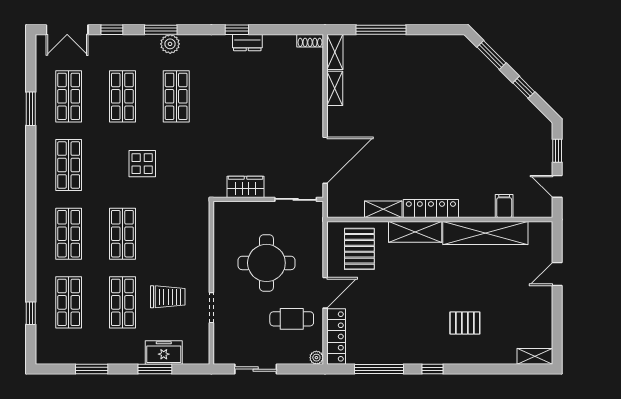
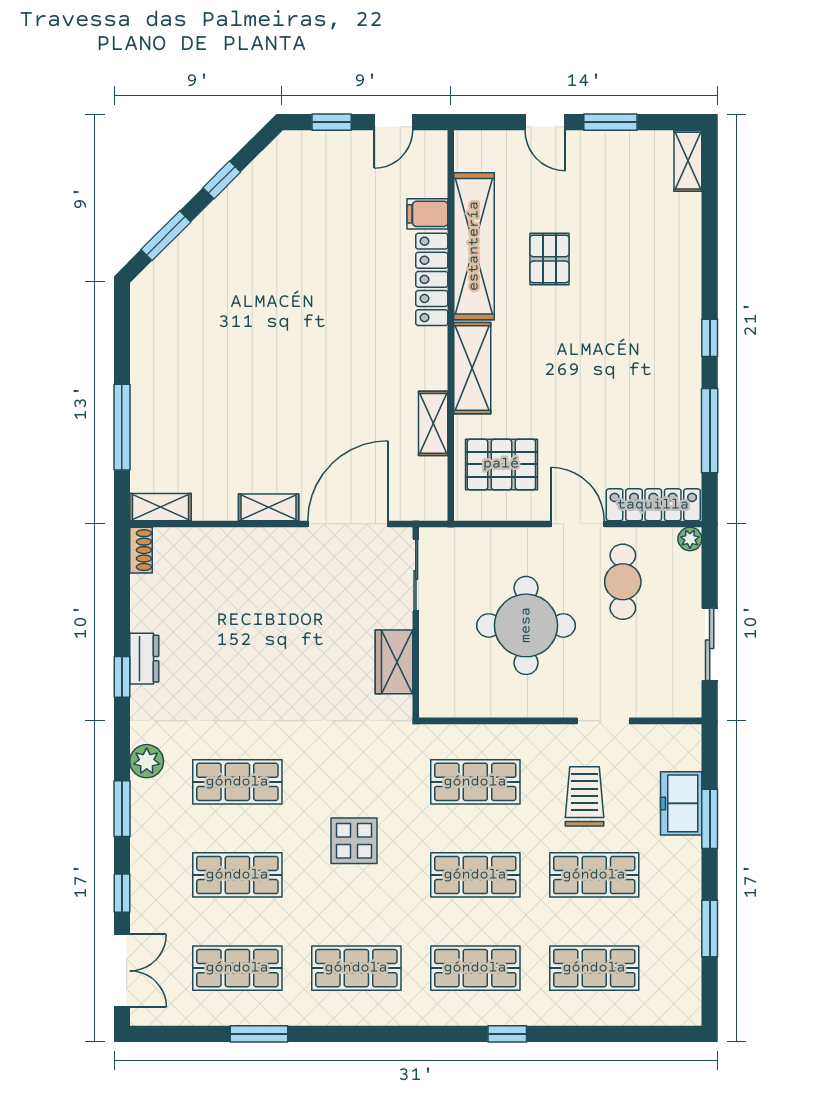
plant: (170, 44) -> (147, 761), moved
shelving: (335, 88) -> (269, 507), moved
door: (325, 160) -> (348, 524), hinge flipped
locker: (431, 209) -> (432, 279), moved
shop shelf: (176, 234) -> (475, 782), added
window: (557, 312) -> (610, 122), added
window: (31, 313) -> (507, 1034), moved
pallet: (465, 323) -> (549, 259), moved

